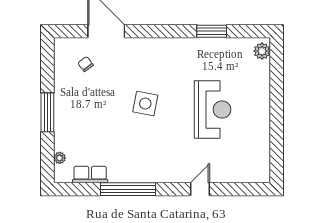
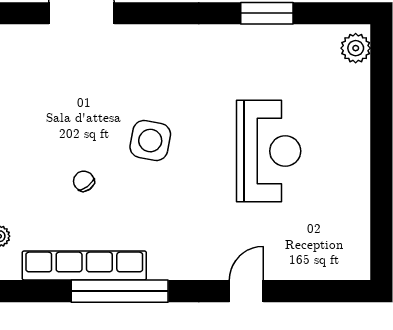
chair: (86, 64) -> (84, 181), moved
row of seats: (90, 175) -> (84, 265), width x2.02

